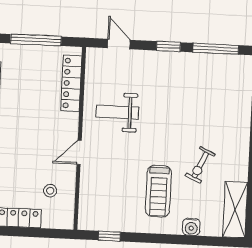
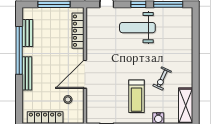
weight bench: (117, 112) -> (137, 28), moved, width x1.36, depth x1.33
door: (79, 152) -> (85, 74), width x1.88

